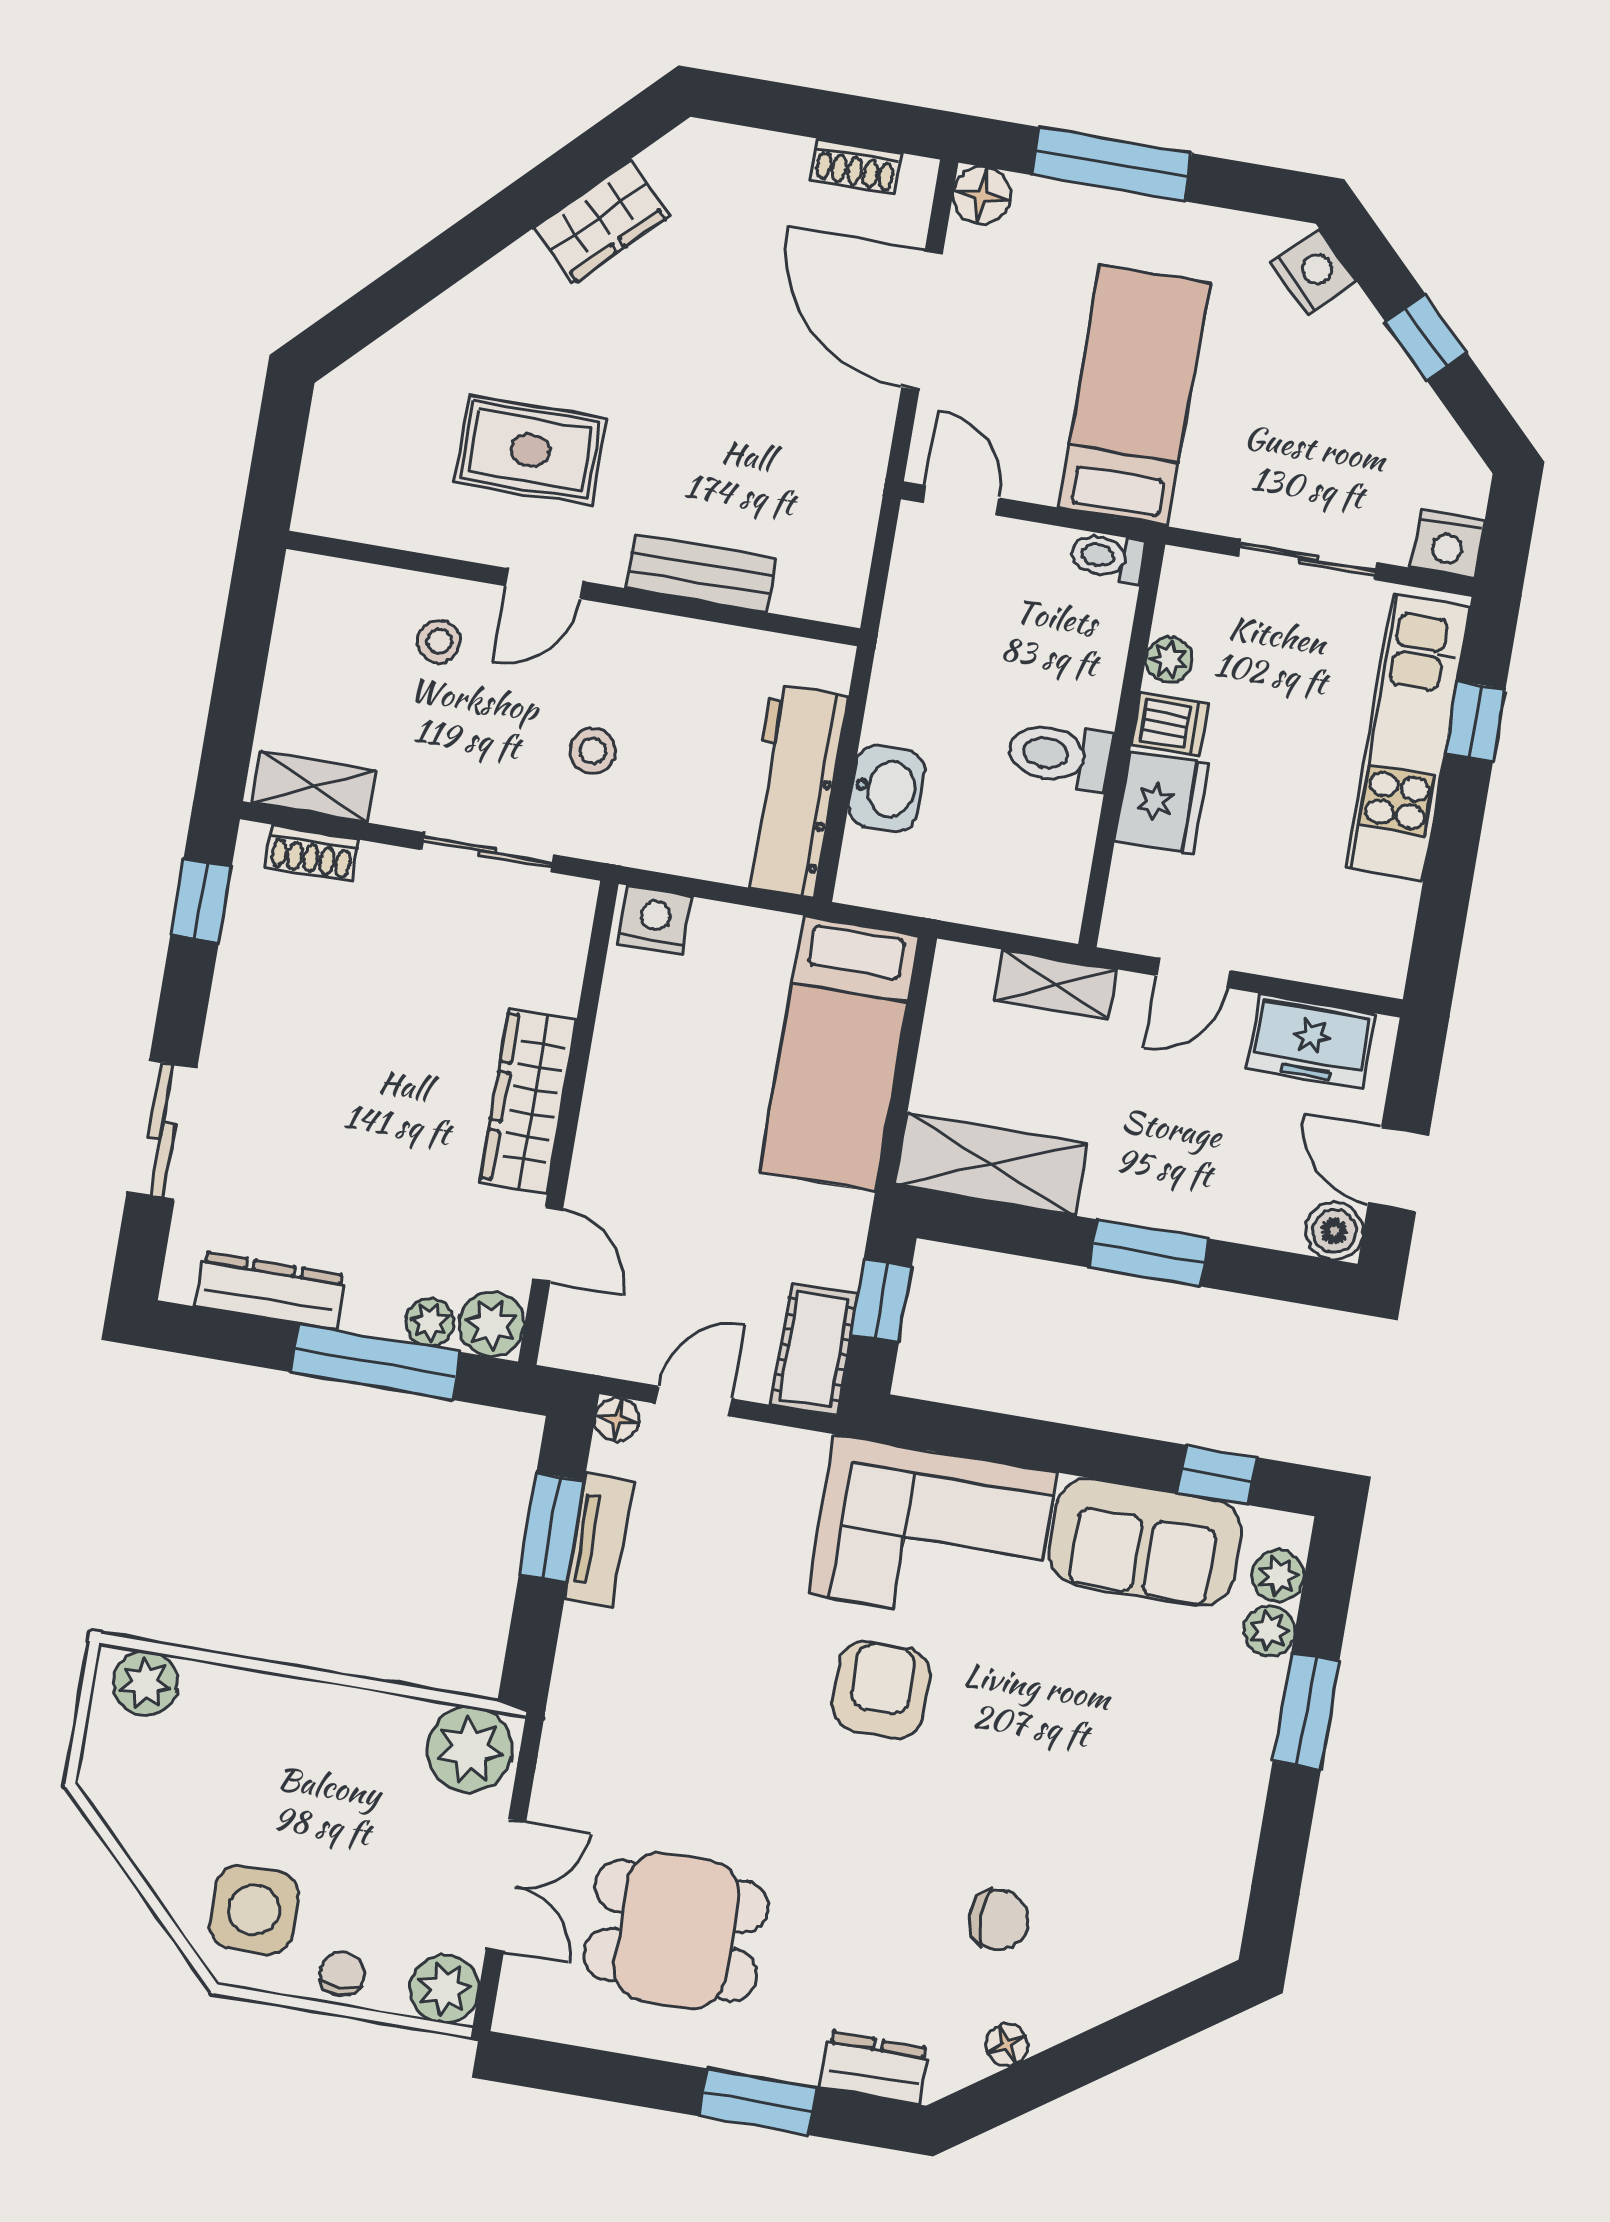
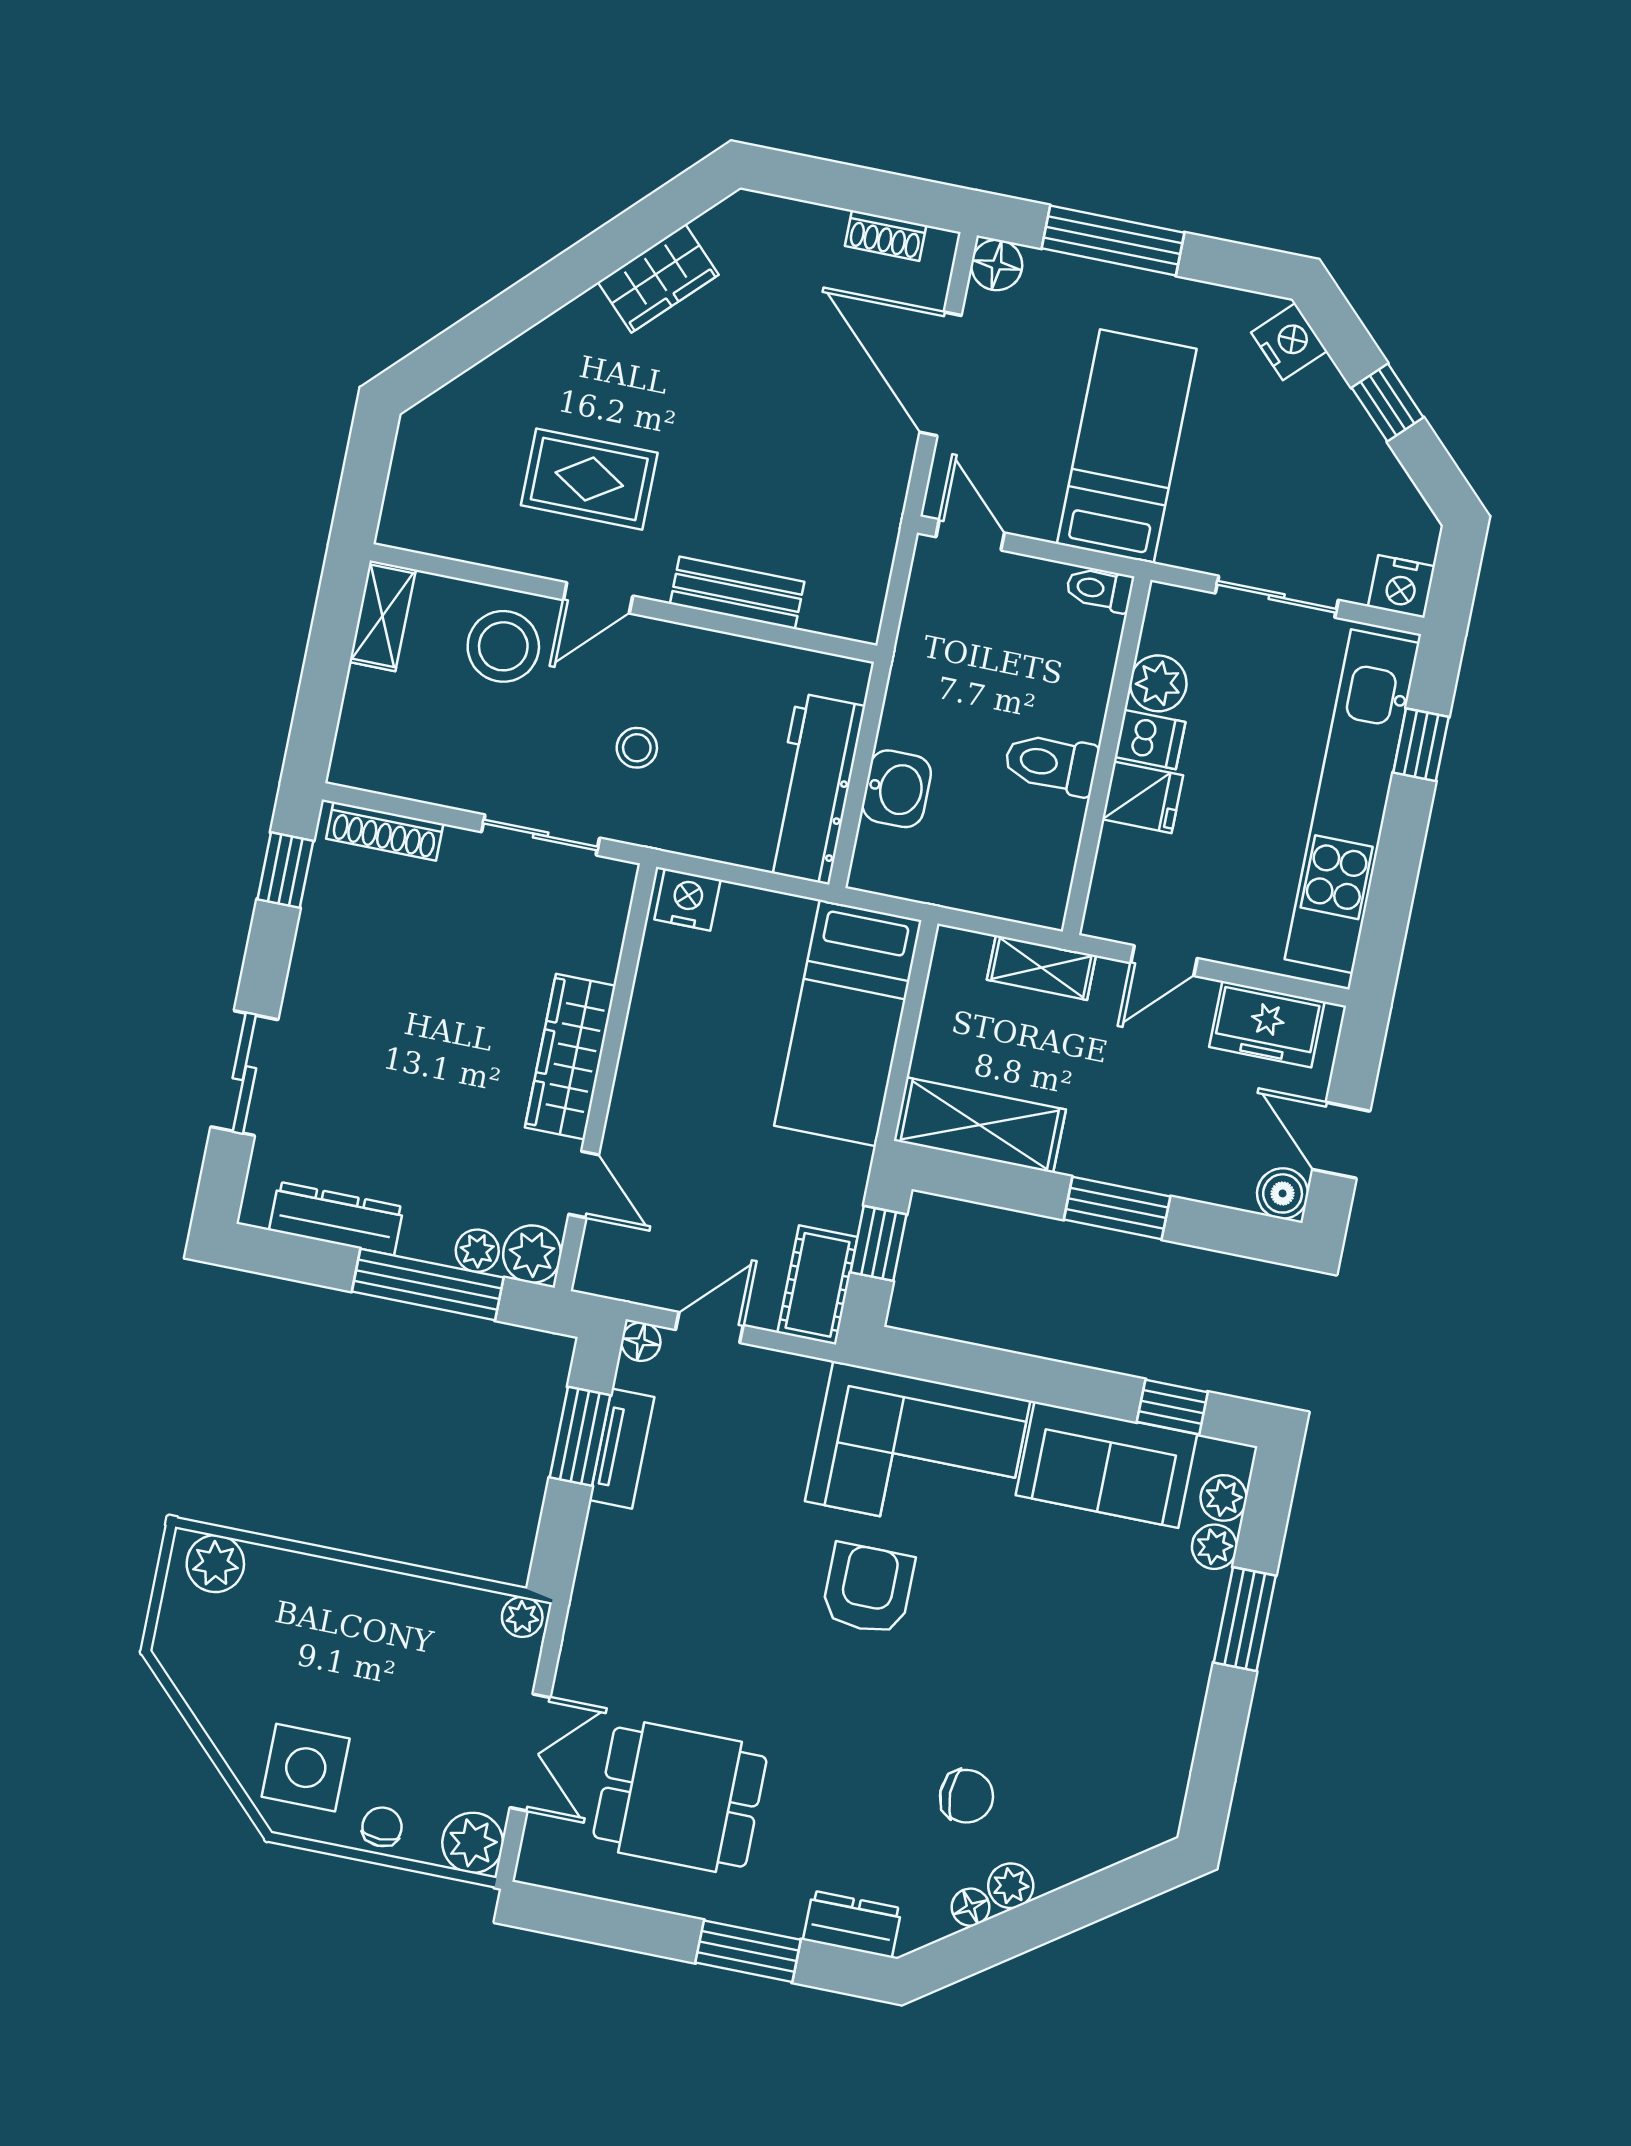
stool: (439, 641) -> (503, 646), width x1.89, depth x1.89
plant: (1169, 660) -> (1158, 683), width x1.38, depth x1.38
kitchen unit: (1408, 737) -> (1352, 801), width x1.36
shelving: (313, 787) -> (383, 616), moved, turned 90
fridge: (1162, 803) -> (1143, 797), width x0.72
shoe rack: (312, 853) -> (385, 831), width x1.43
plant: (470, 1749) -> (522, 1617), width x0.53, depth x0.53
plant: (1052, 2019) -> (1011, 1886), added

